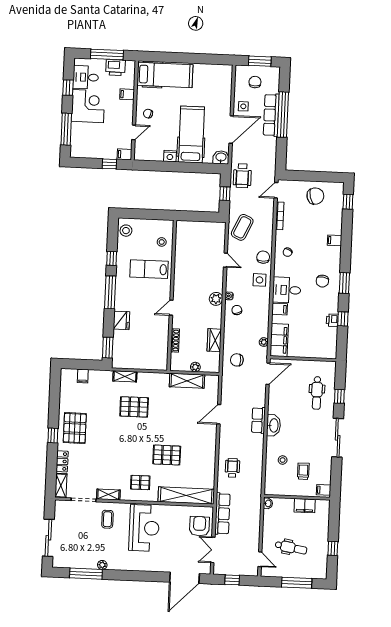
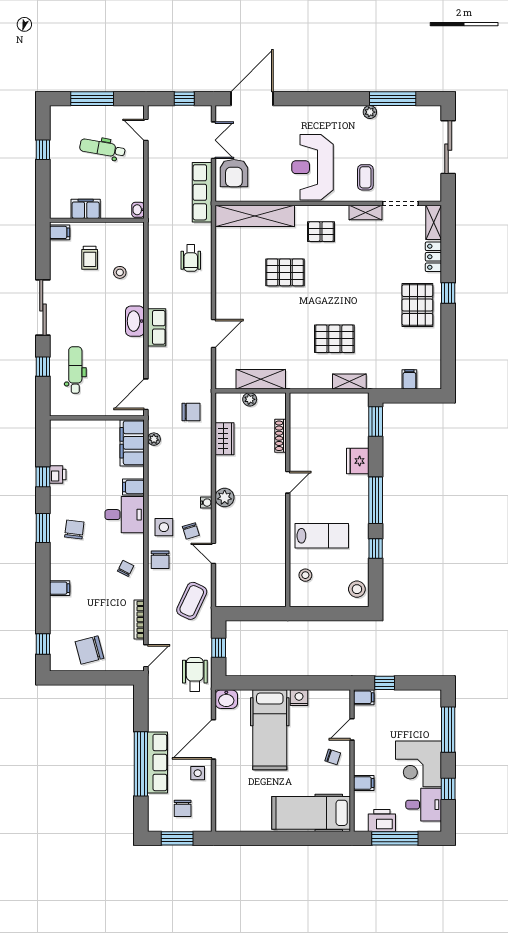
chair: (237, 310) -> (191, 531), moved

